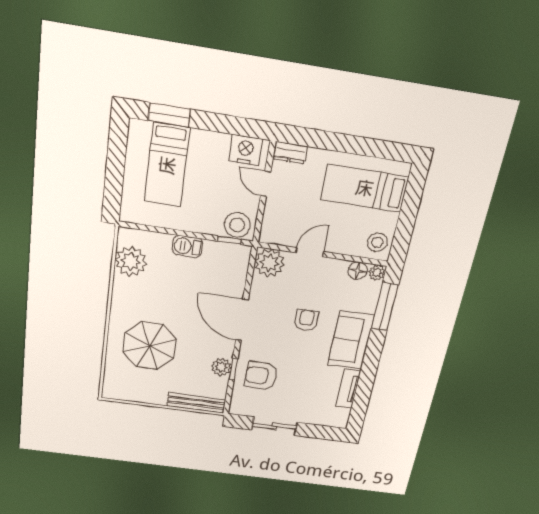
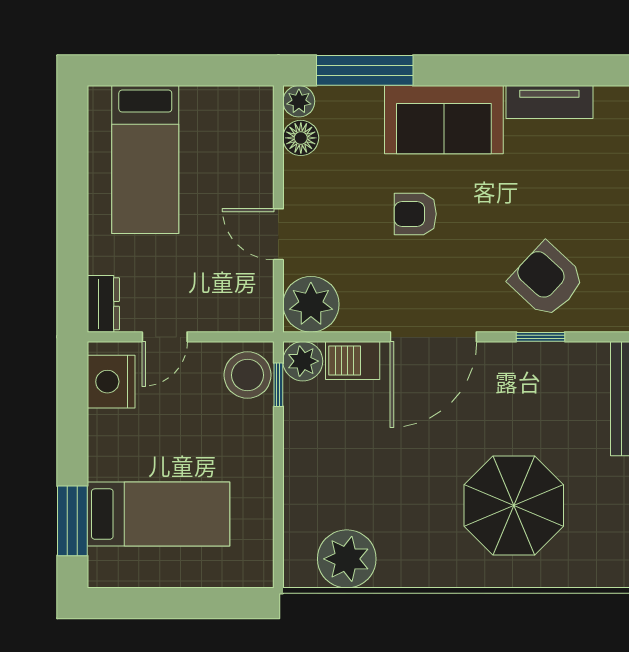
stool: (377, 242) -> (241, 114), removed
barbecue: (187, 246) -> (353, 360), moved, turned 90
plant: (221, 367) -> (303, 361), moved
armchair: (261, 376) -> (547, 280), turned 133

